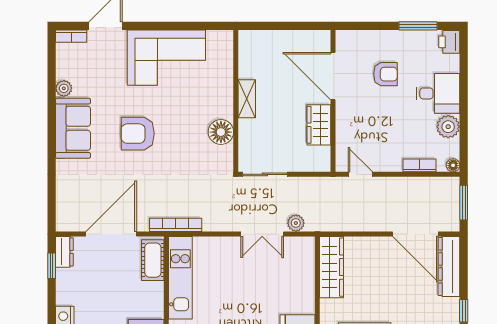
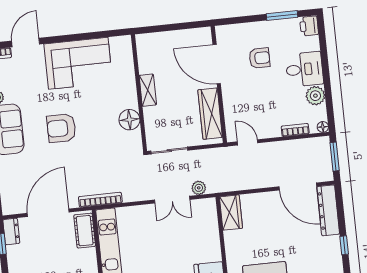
wardrobe: (319, 125) -> (210, 114), width x1.50
wardrobe: (331, 267) -> (231, 213), width x0.67

